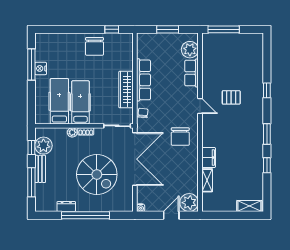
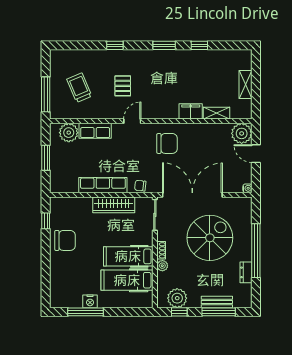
trolley: (230, 59) -> (79, 88), added
bench: (40, 169) -> (217, 302), moved
shelving: (249, 206) -> (246, 84), moved

